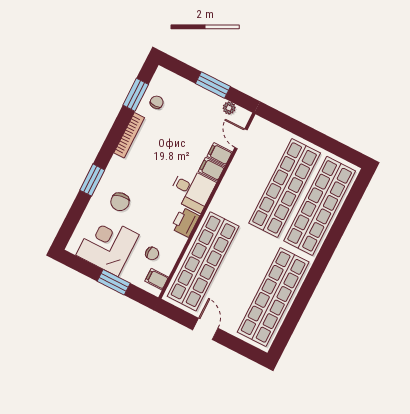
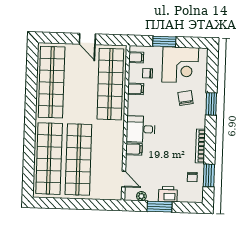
filing cabinet: (220, 154) -> (136, 89), moved
printer: (185, 222) -> (168, 194), moved, turned -90

